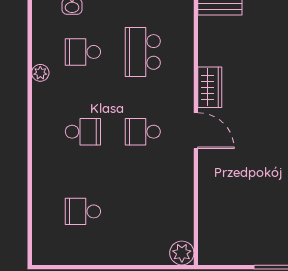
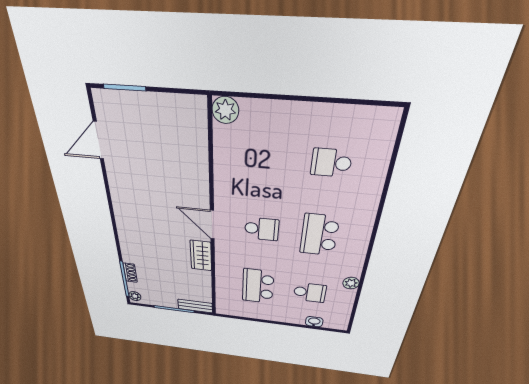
school desk: (143, 52) -> (258, 286), turned 180
school desk: (83, 132) -> (319, 235), width x1.85
school desk: (83, 211) -> (331, 163), turned 180

